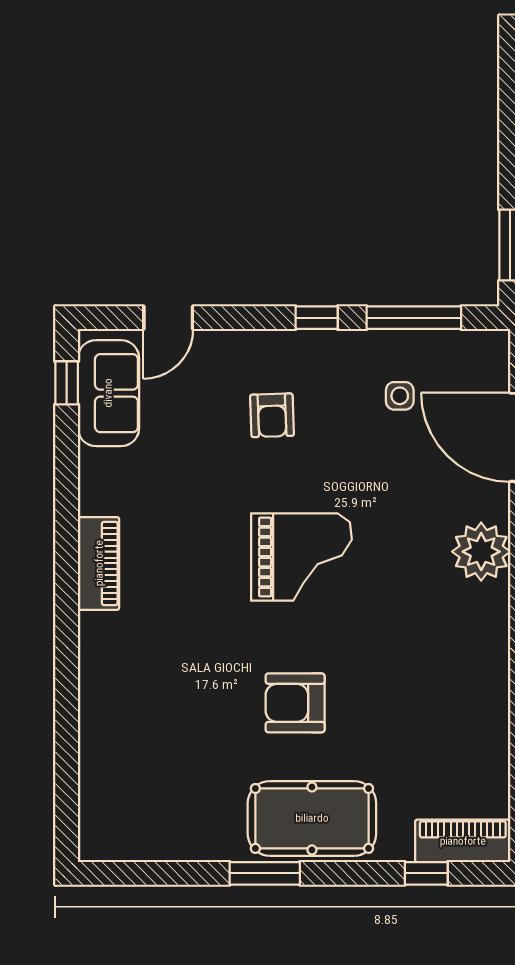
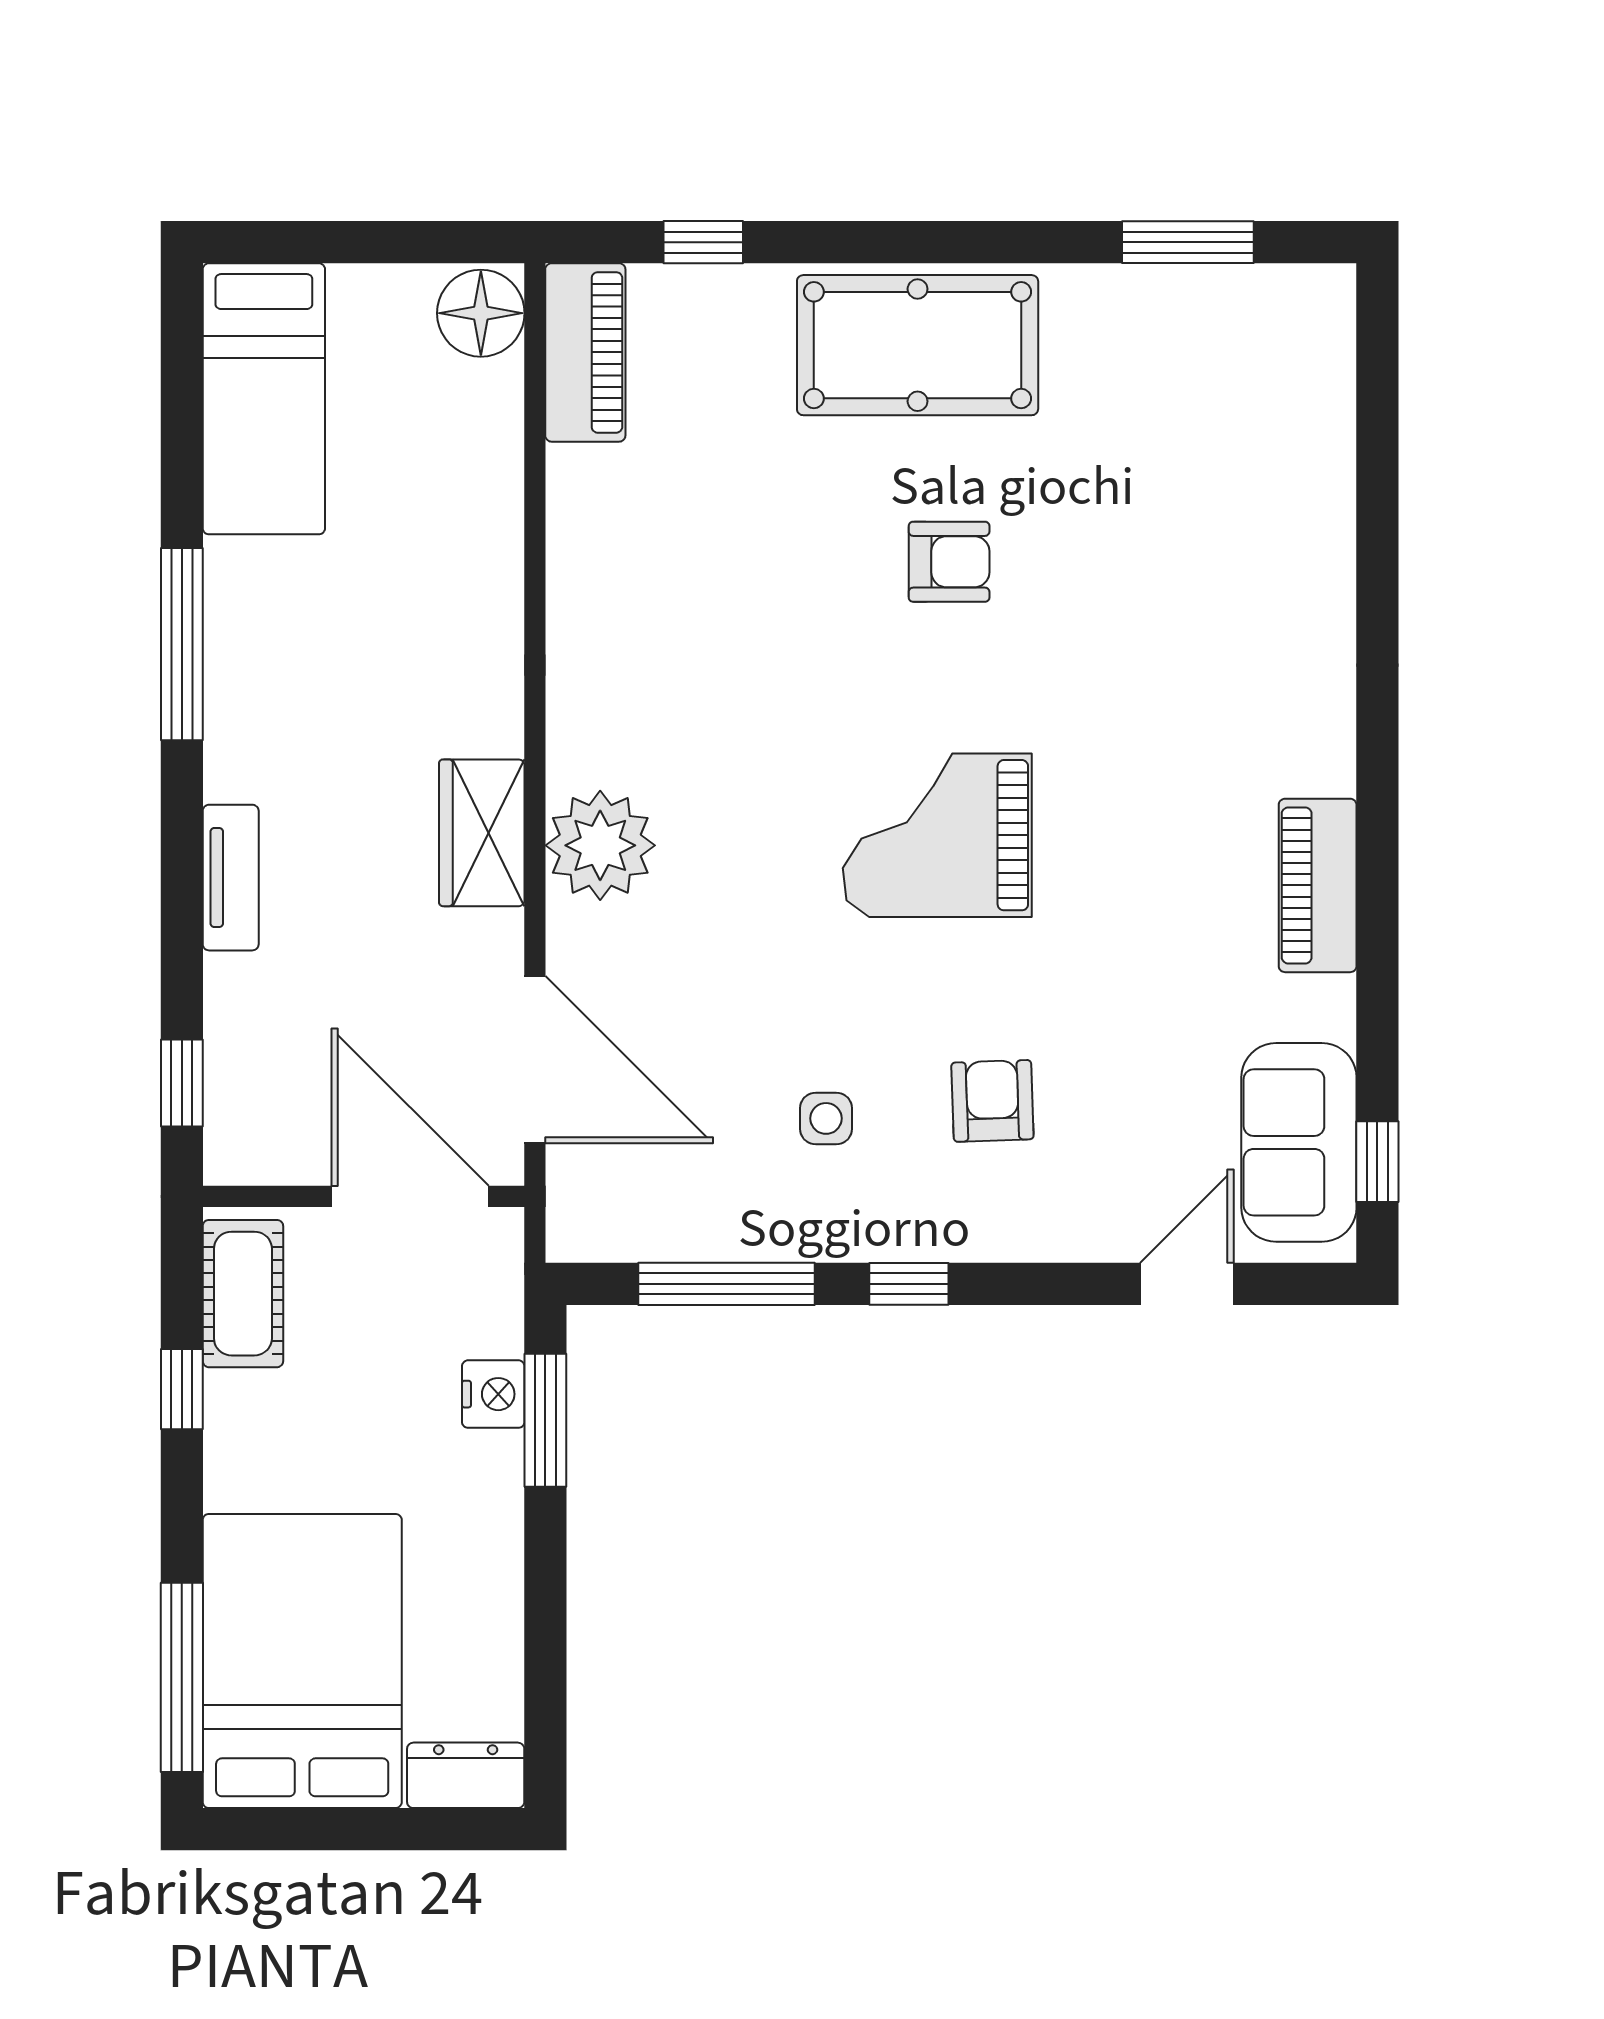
side table: (400, 396) -> (826, 1118), moved
piano: (99, 563) -> (1318, 885), moved
armchair: (295, 703) -> (949, 562), width x0.72, depth x0.72
piano: (463, 841) -> (585, 352), moved, turned -90
window: (265, 873) -> (1188, 242), moved

